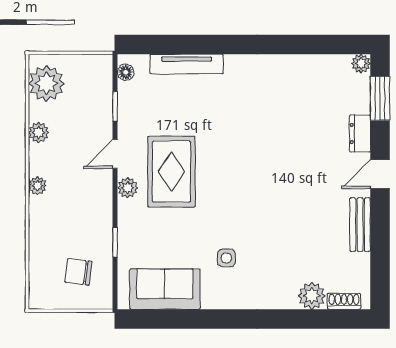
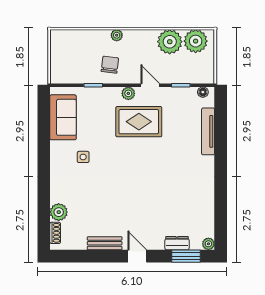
plant: (39, 132) -> (170, 42), width x1.88, depth x1.88
dresser: (360, 134) -> (177, 243), moved
plant: (37, 186) -> (117, 35), moved
chair: (78, 272) -> (110, 65), moved

